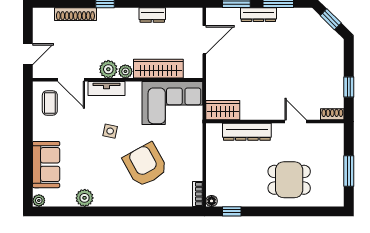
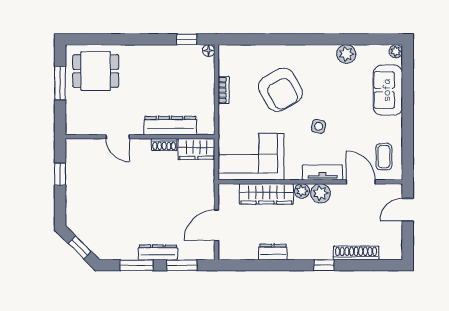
shoe rack: (332, 114) -> (164, 144), moved
dining table: (289, 180) -> (96, 71), moved
bookcase: (198, 194) -> (224, 90), moved

